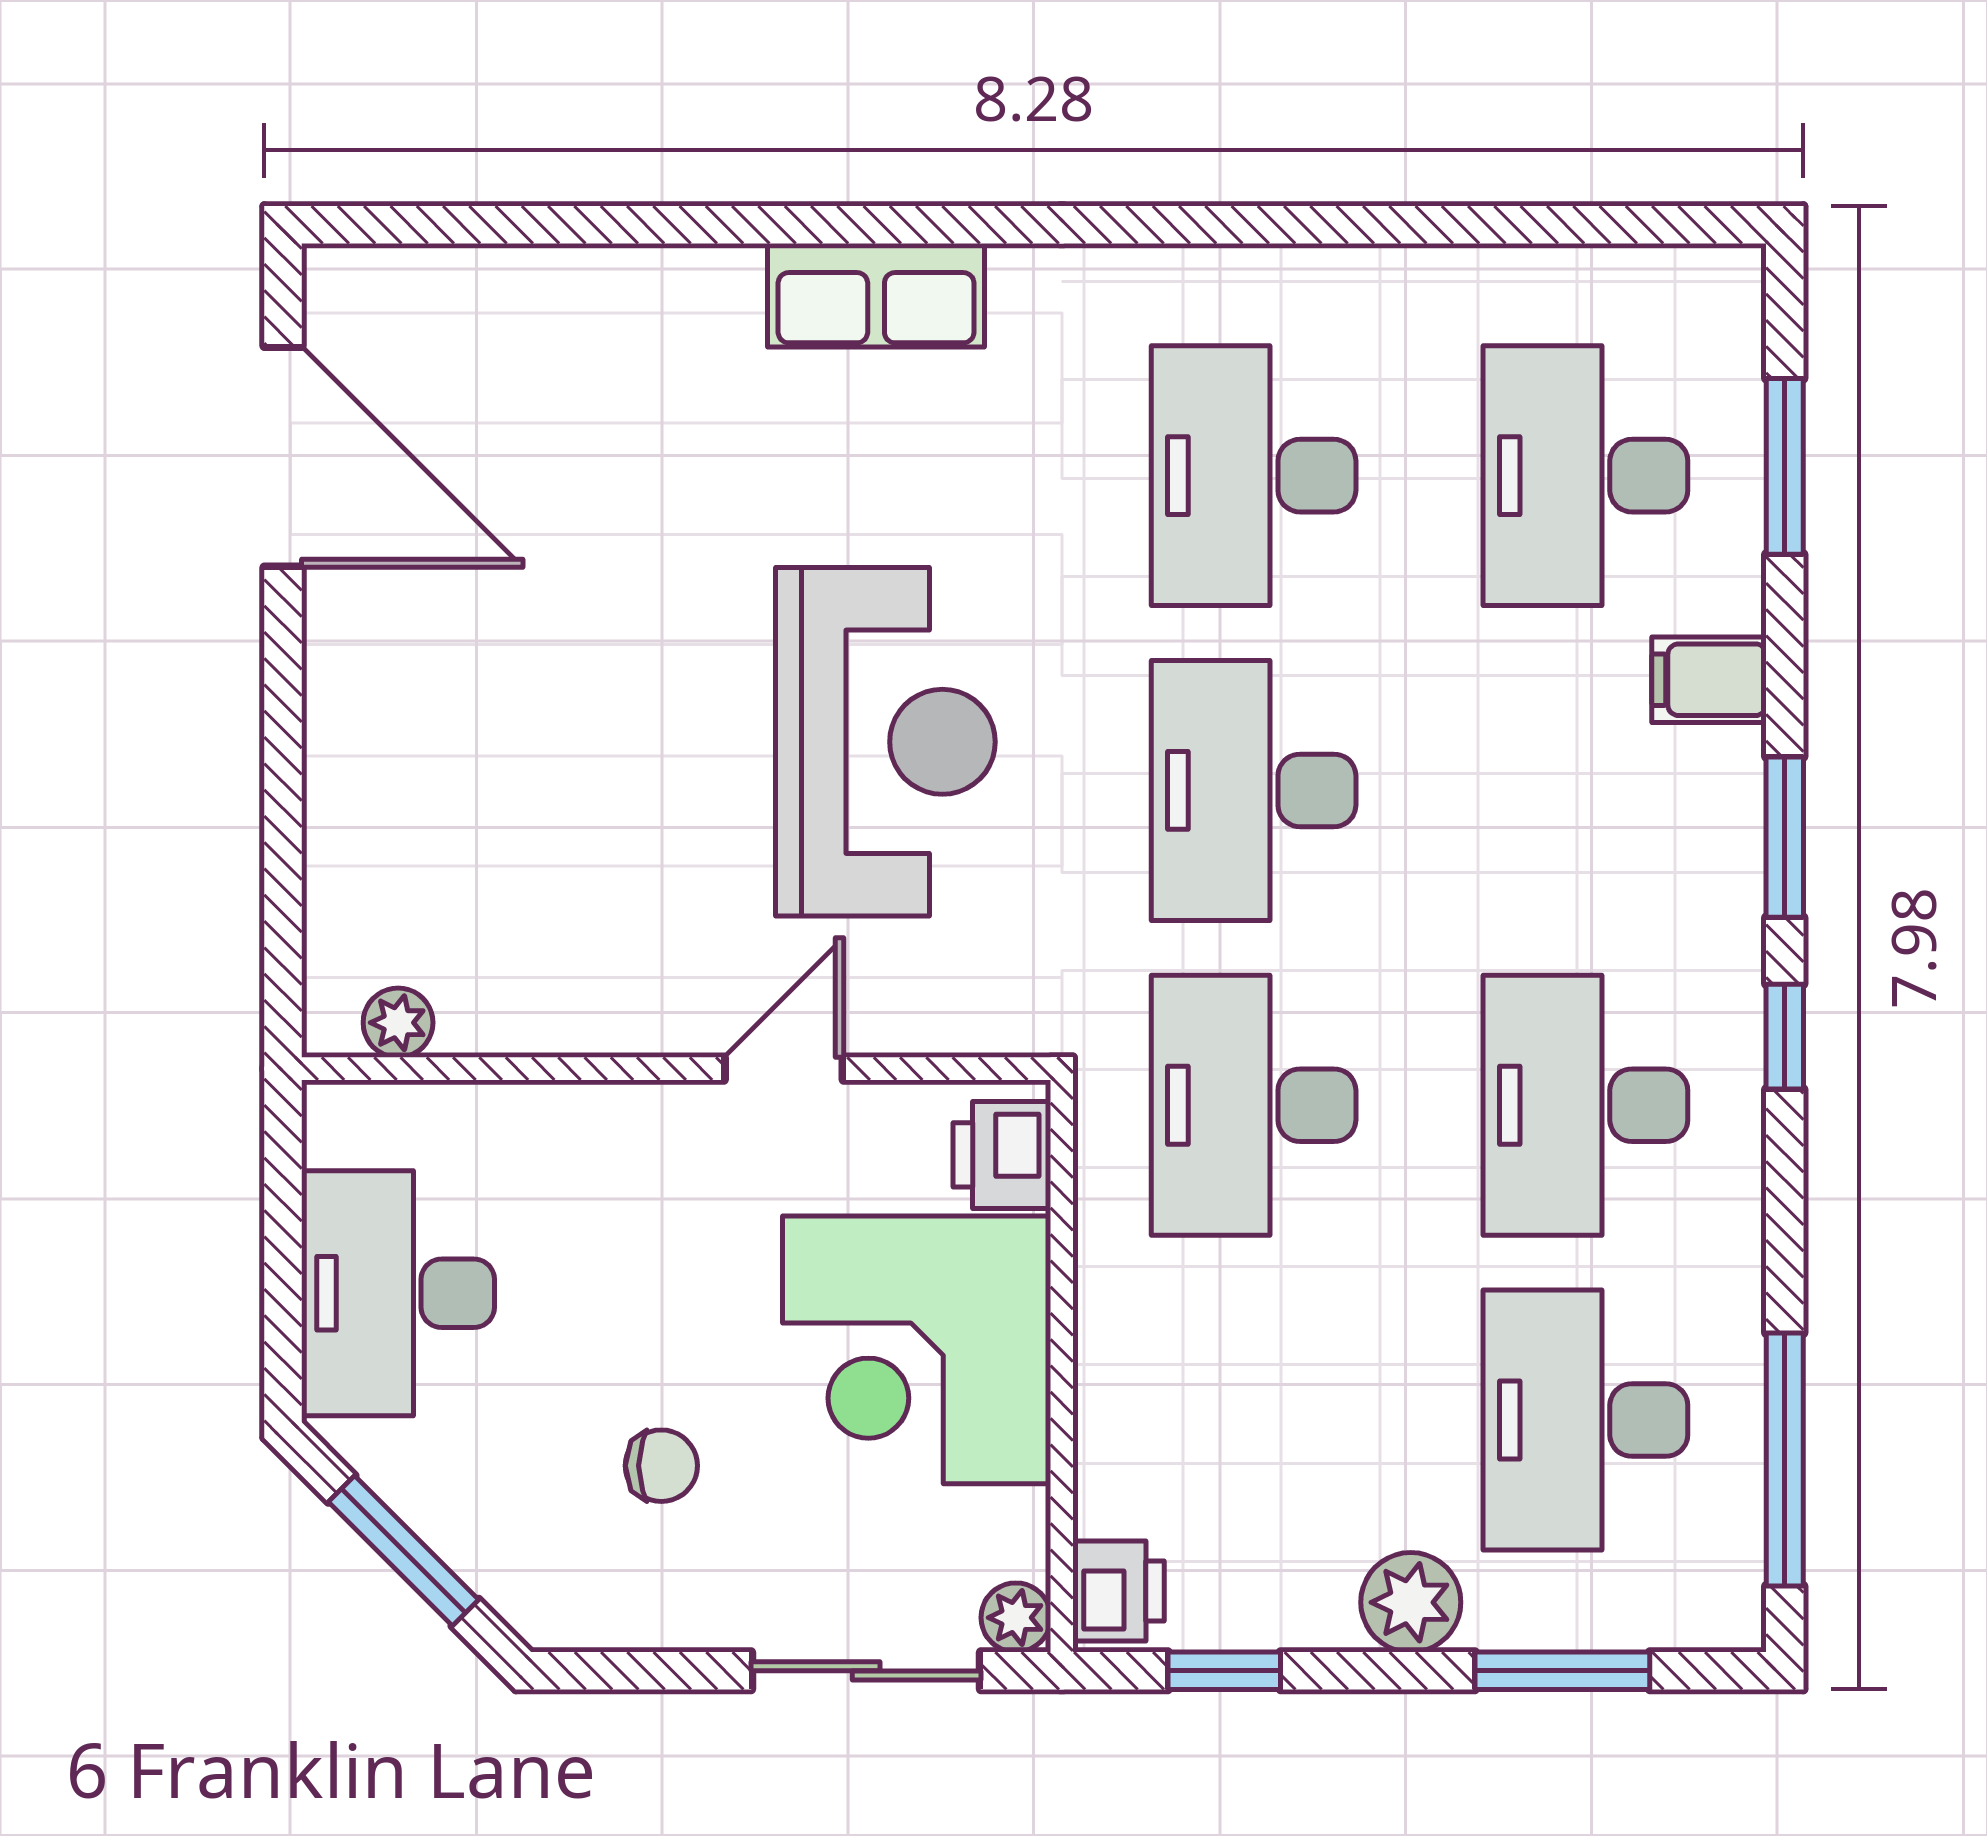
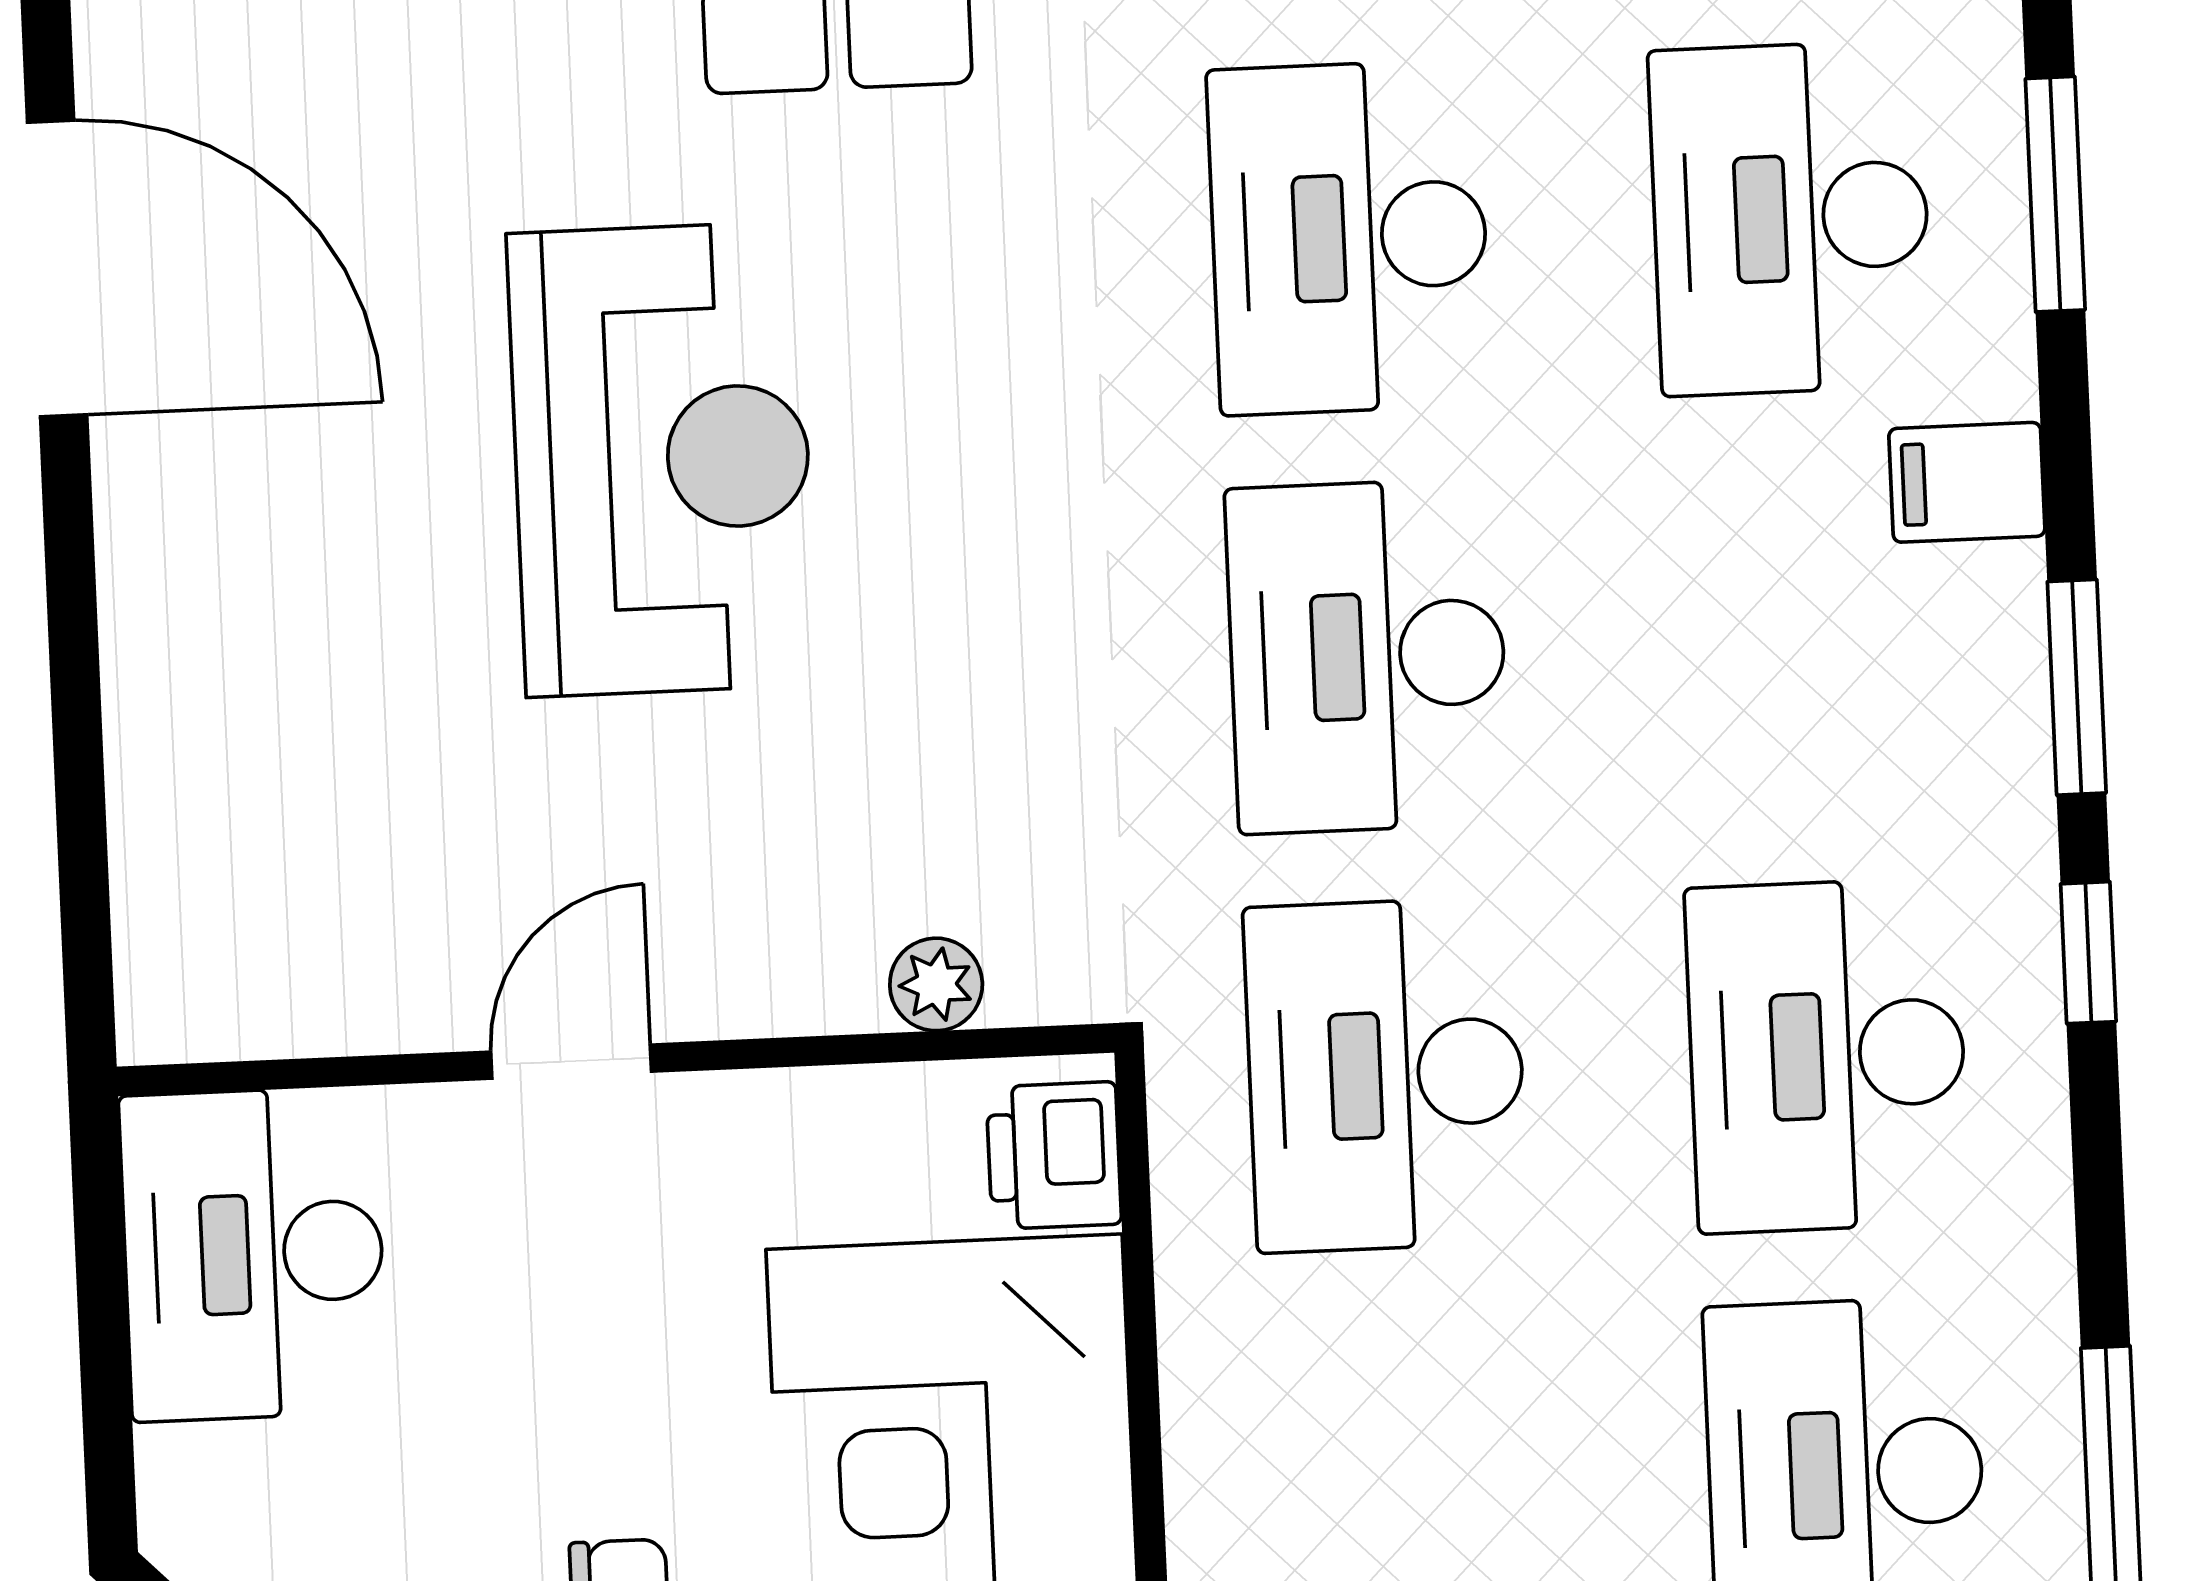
reception desk: (885, 742) -> (662, 459), moved
plant: (398, 1023) -> (936, 984), moved
door: (784, 1069) -> (571, 1062), moved
desk: (398, 1293) -> (253, 1254), moved

